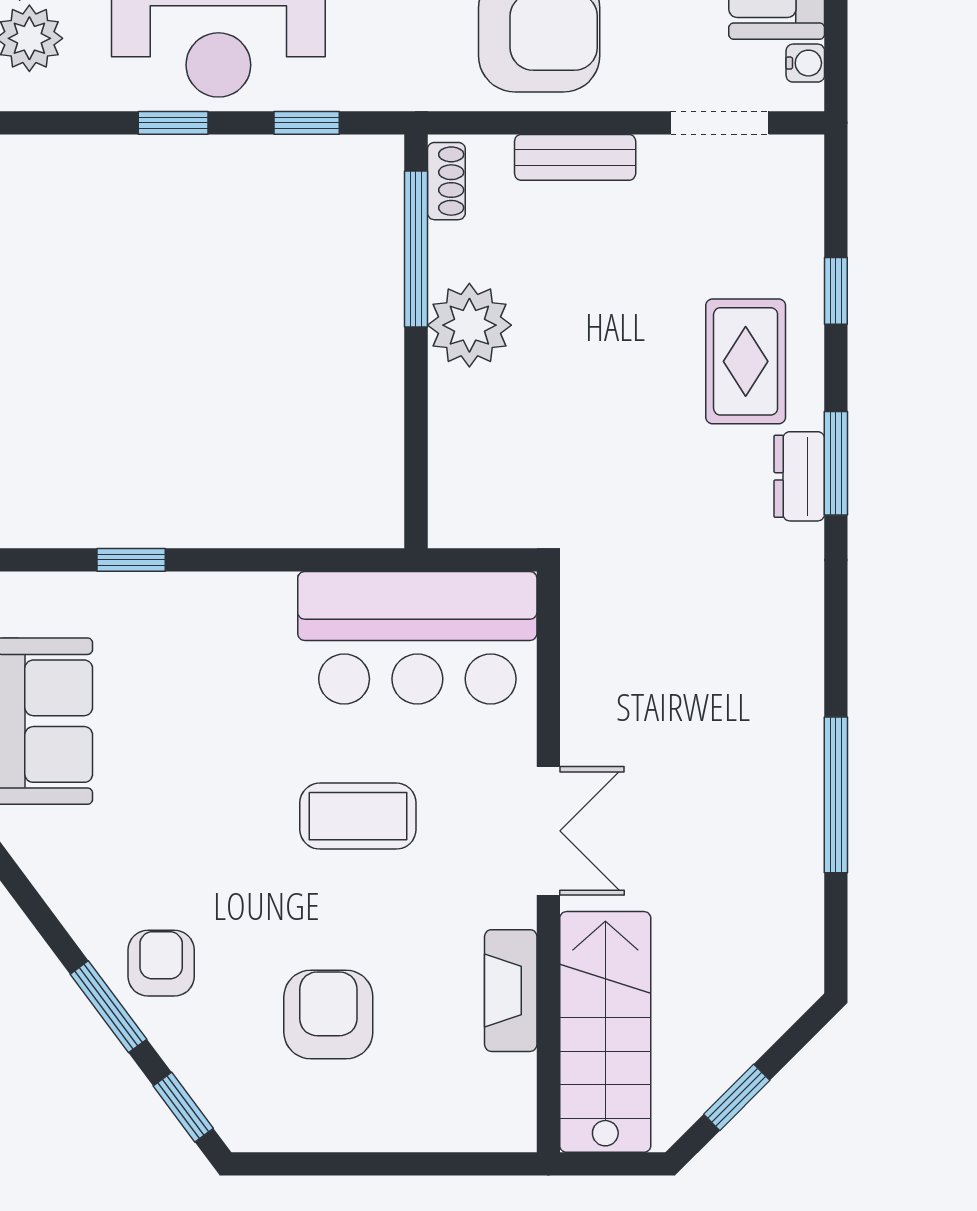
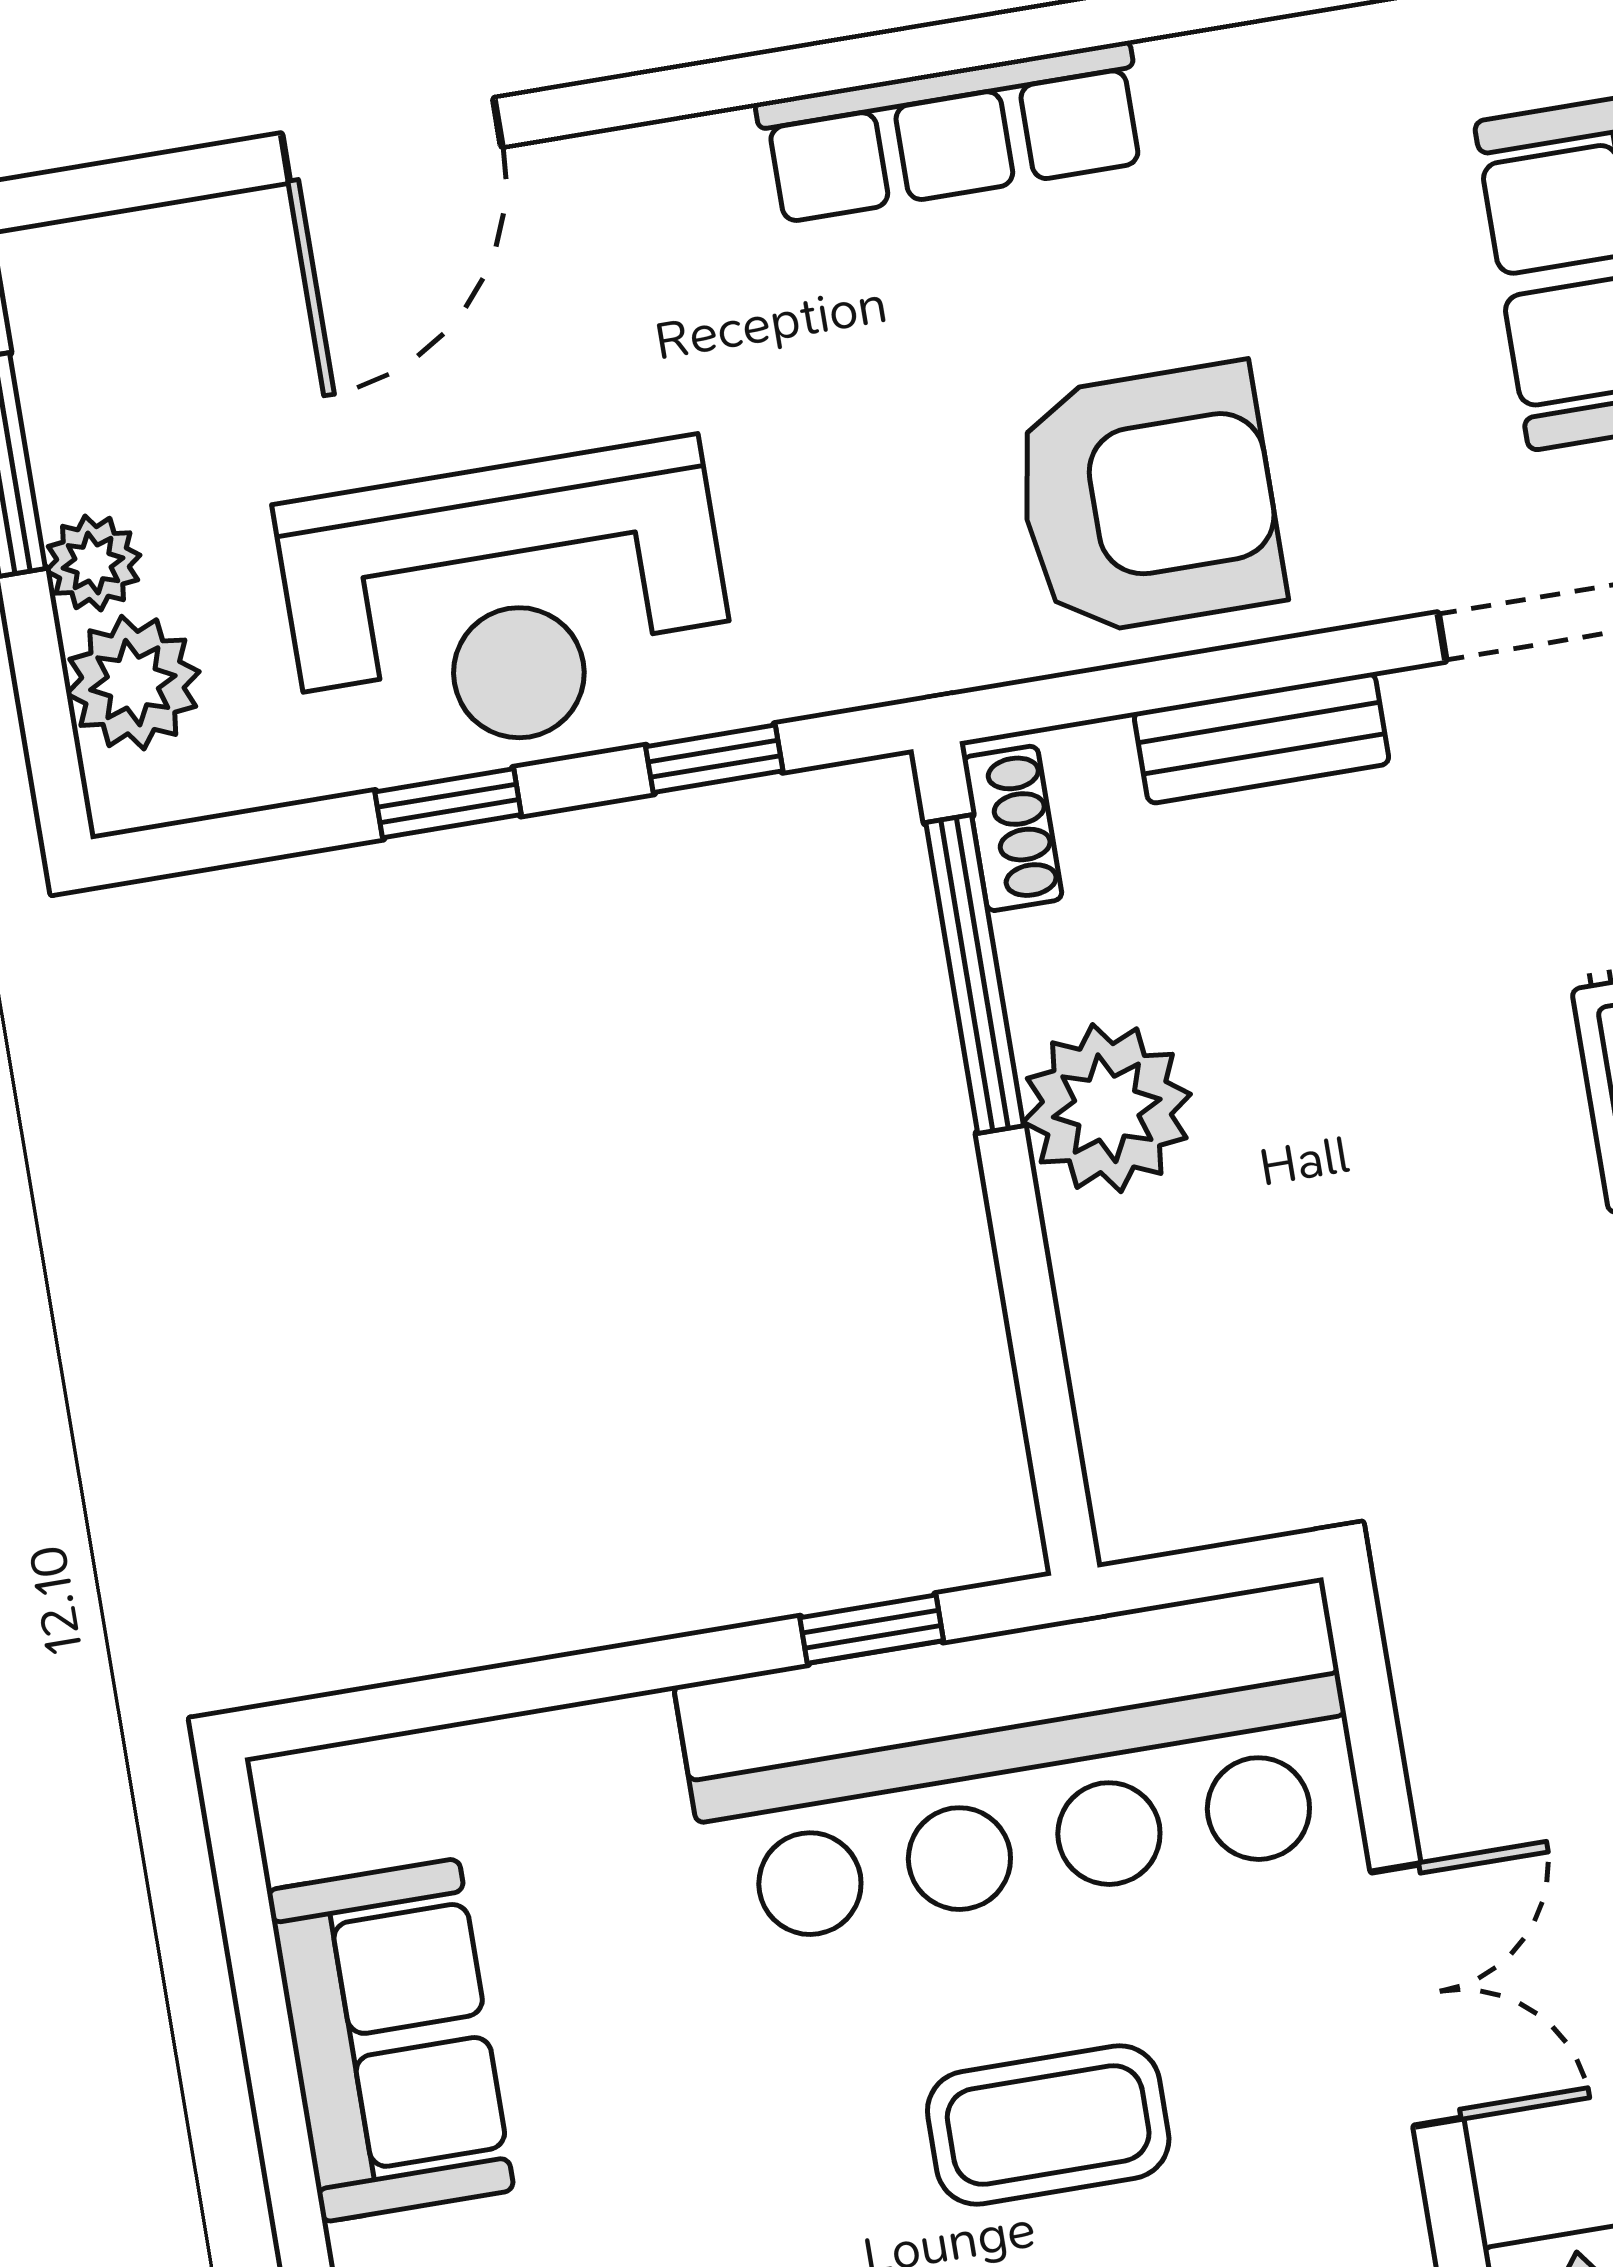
window: (131, 560) -> (872, 1629), moved
bar counter: (417, 638) -> (1020, 1764), width x1.36
double door: (548, 831) -> (1417, 1995), moved

